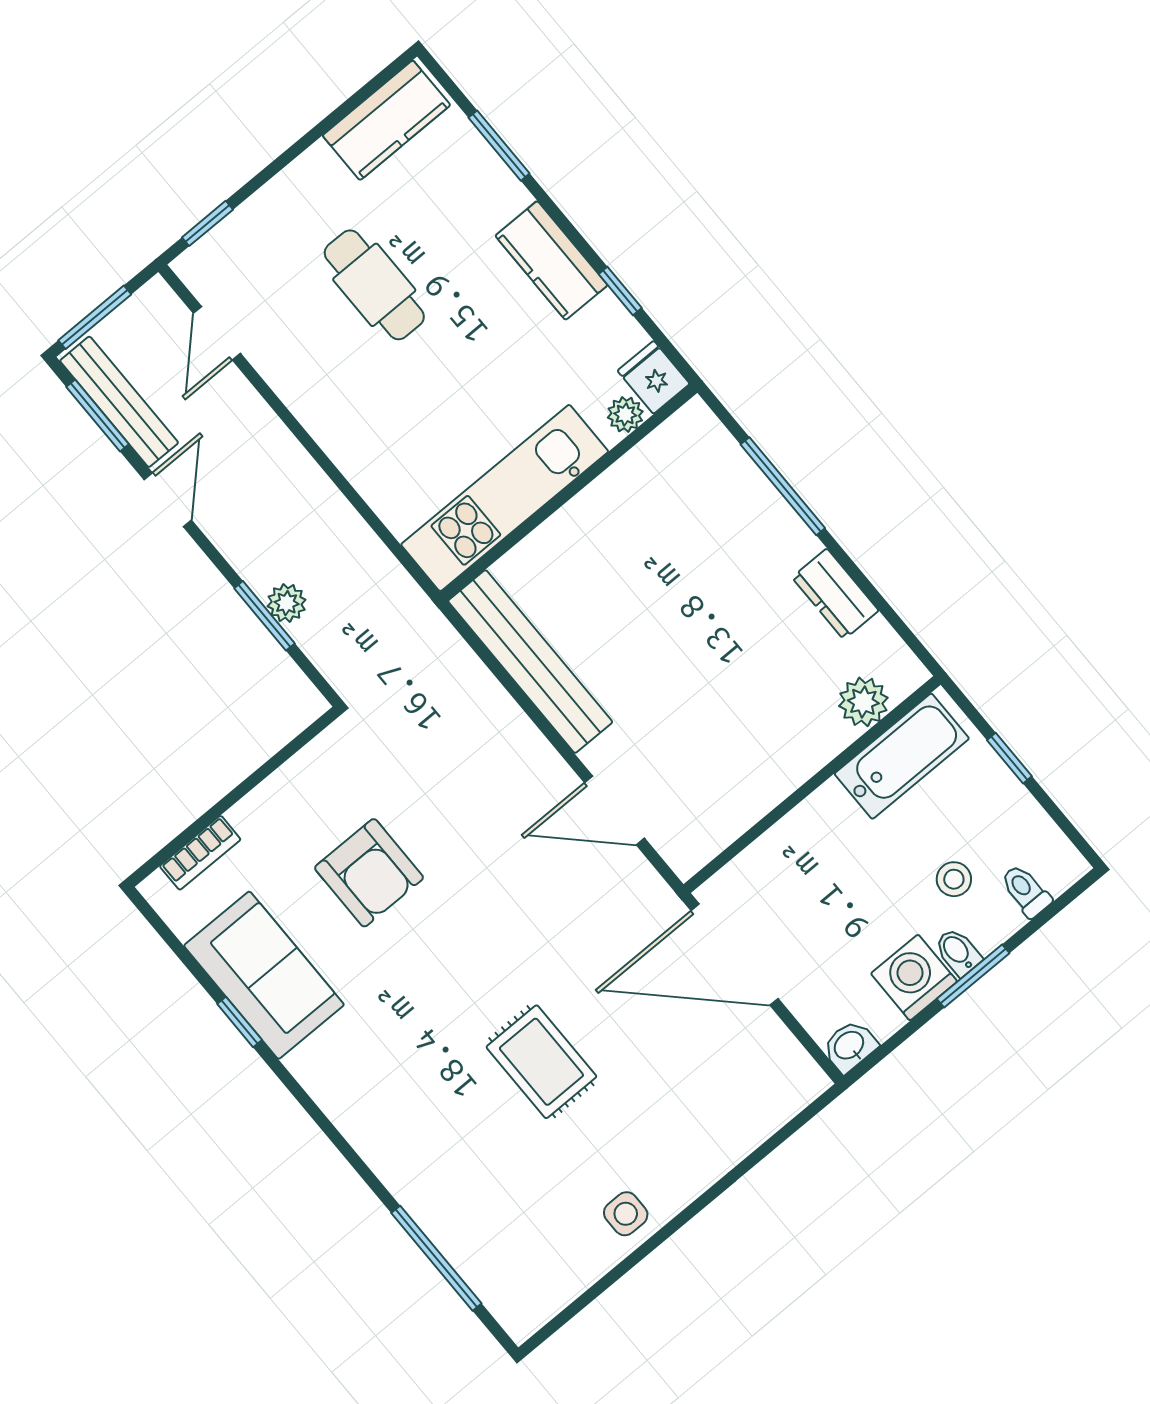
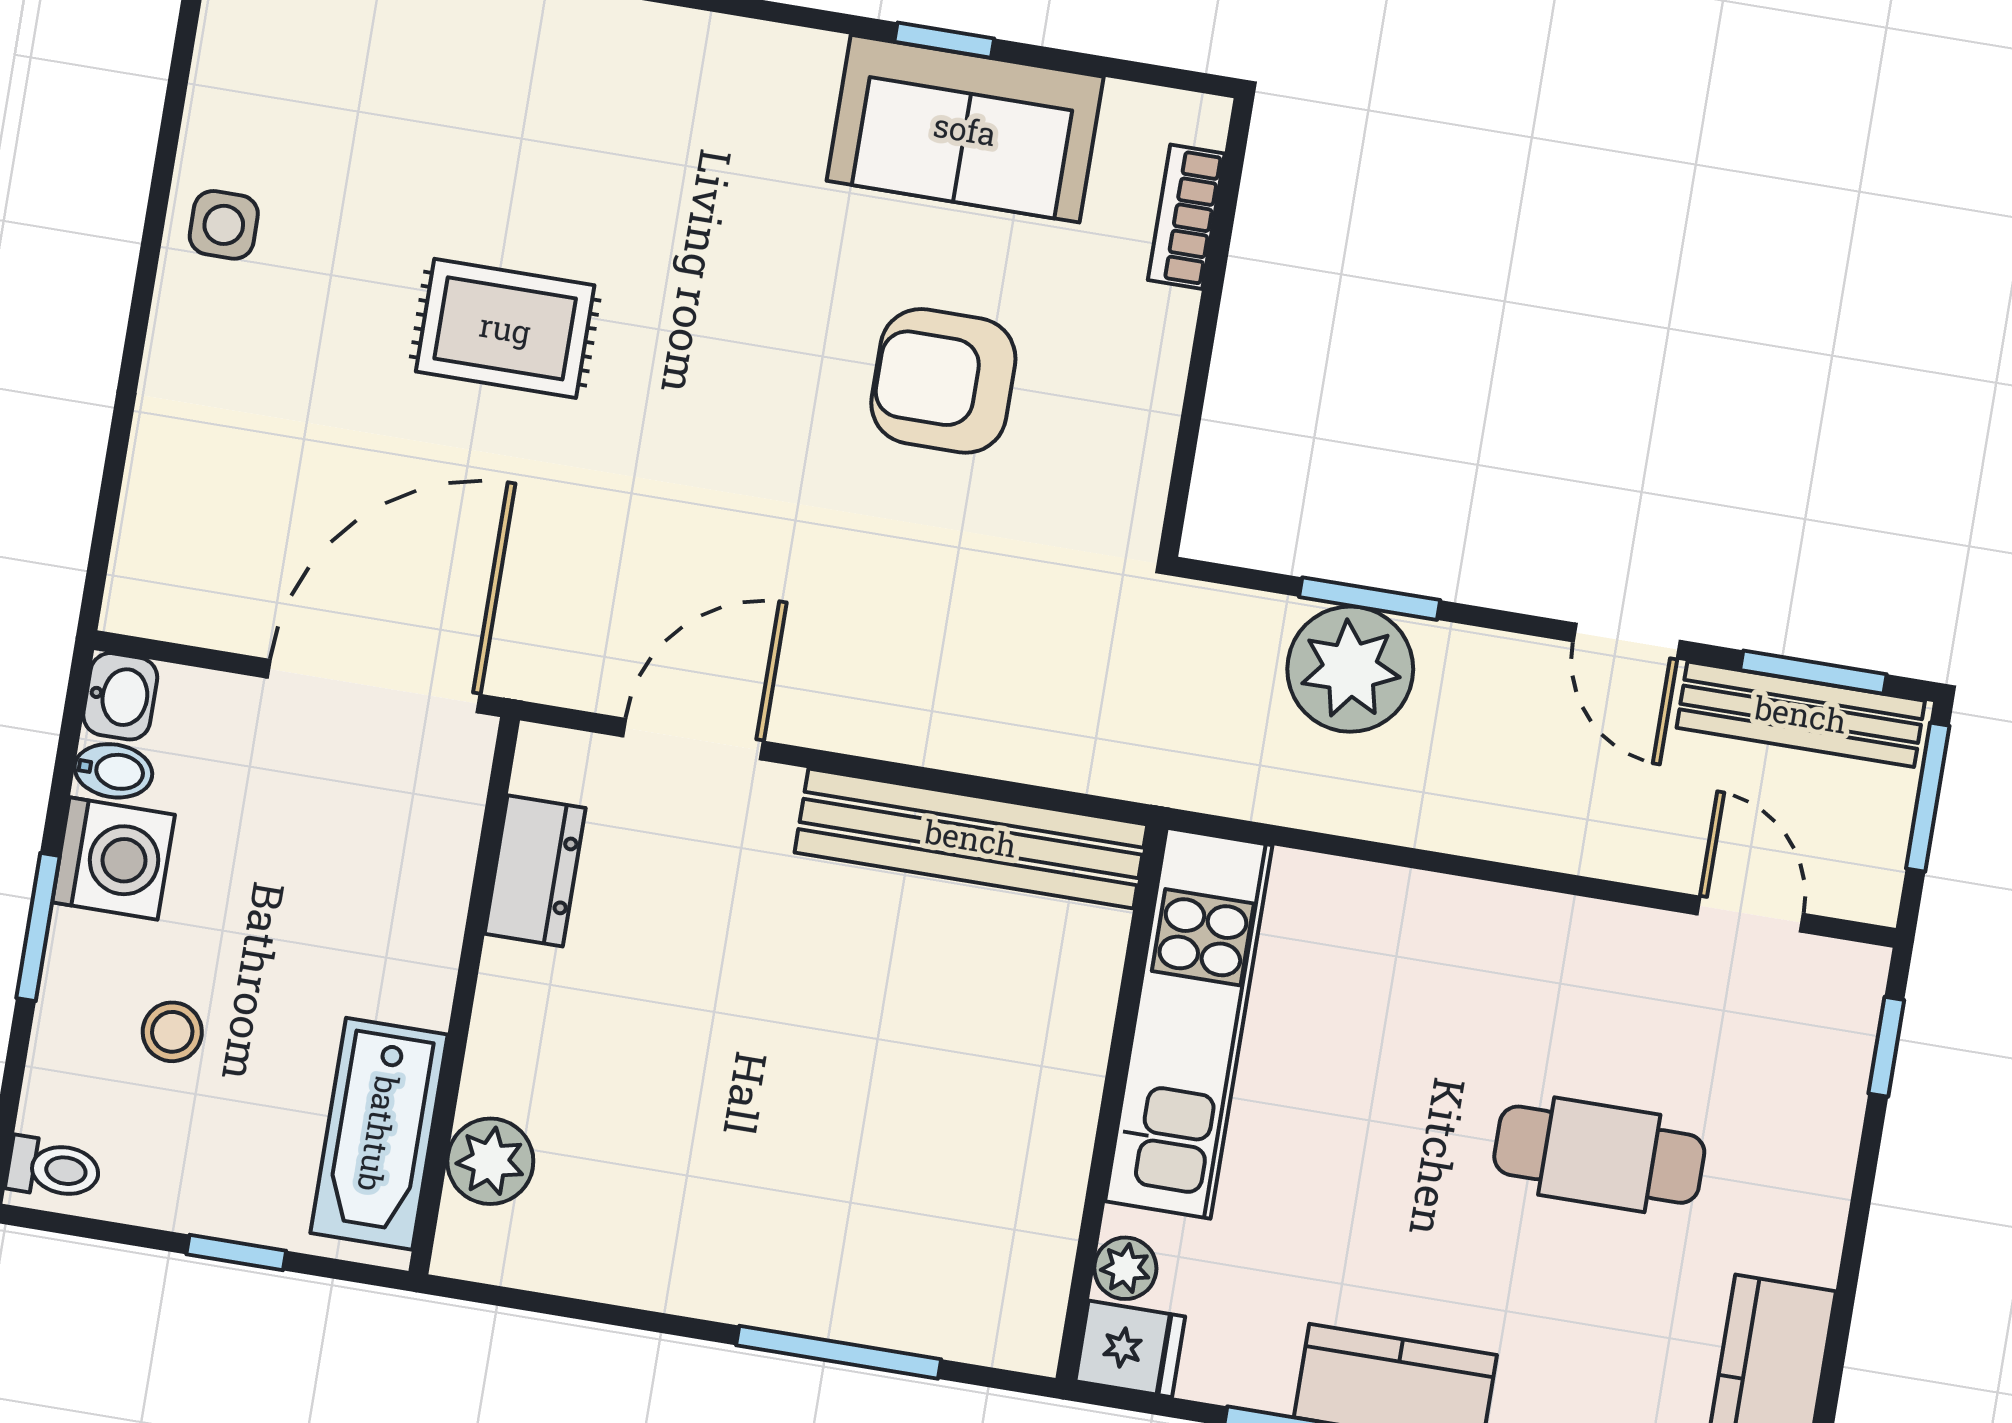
dresser: (835, 594) -> (535, 871), moved, turned 90
plant: (287, 603) -> (1350, 669), width x1.87, depth x1.87
toilet: (1026, 891) -> (54, 1169), moved
bidet: (958, 952) -> (113, 771), moved

